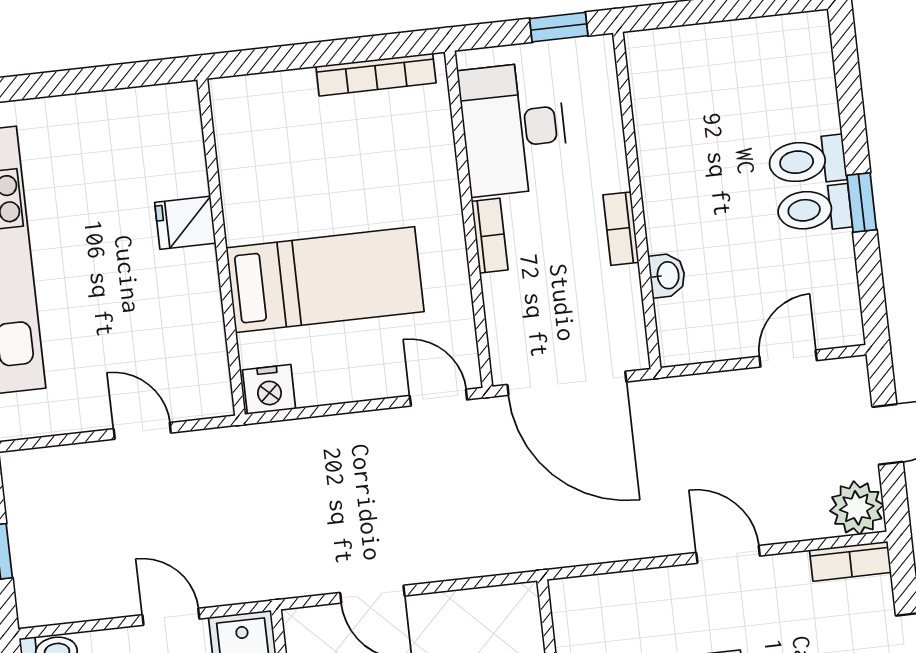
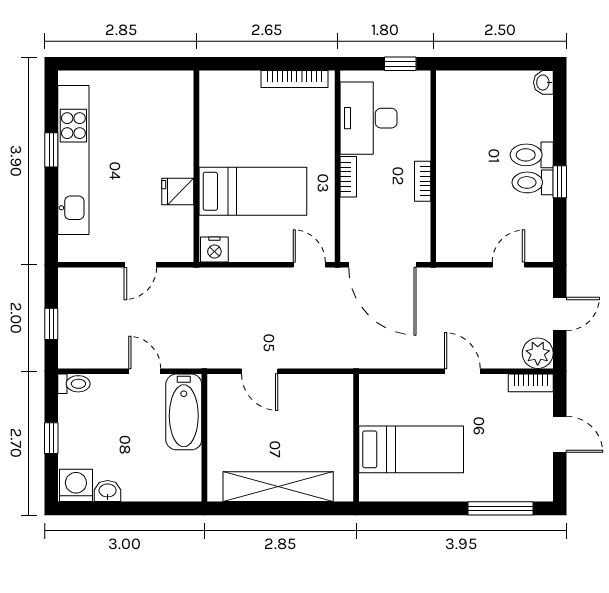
fridge: (185, 223) -> (178, 192), moved
washbasin: (667, 275) -> (543, 82), moved, turned 180
door: (142, 431) -> (140, 265), swing flipped

